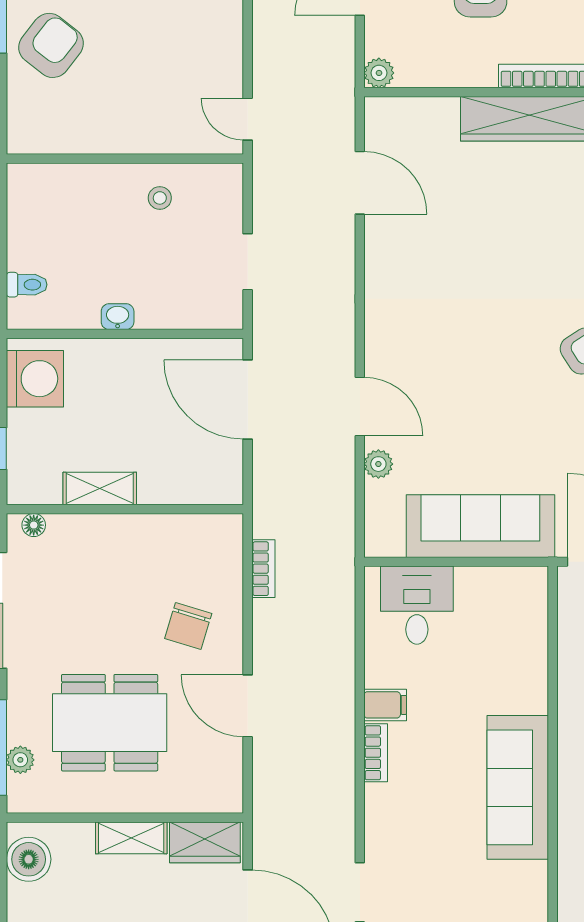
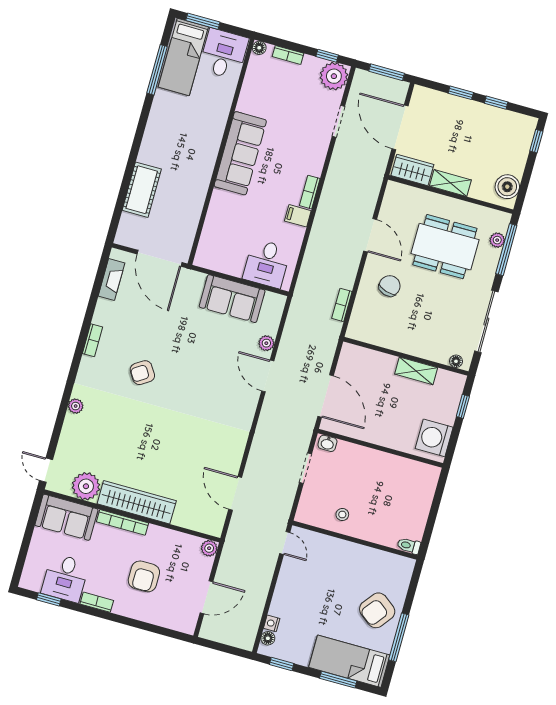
toilet: (27, 285) -> (409, 546), moved
washbasin: (118, 317) -> (327, 443), moved
sofa: (480, 526) -> (232, 299), width x0.73

